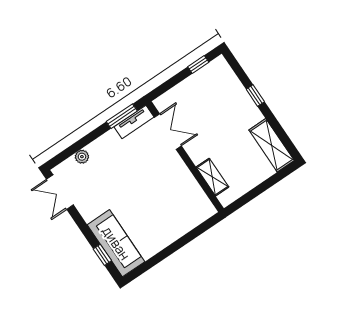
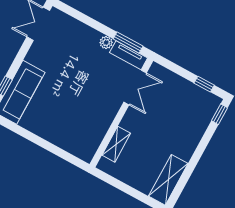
window: (255, 95) -> (219, 114), moved
plant: (82, 157) -> (106, 43), moved

